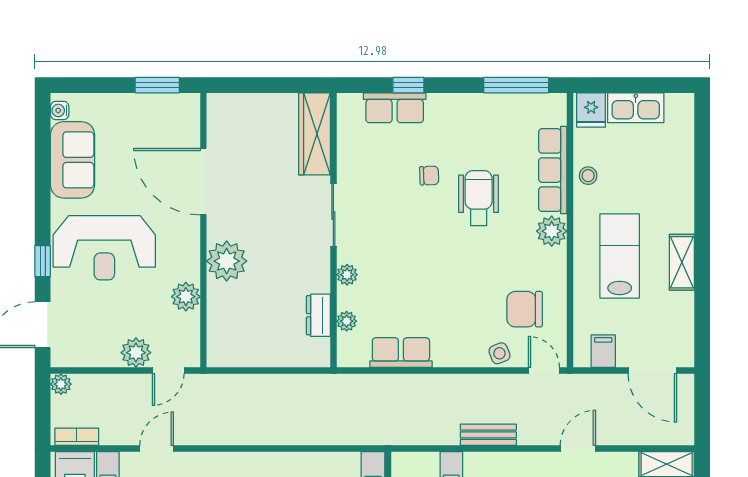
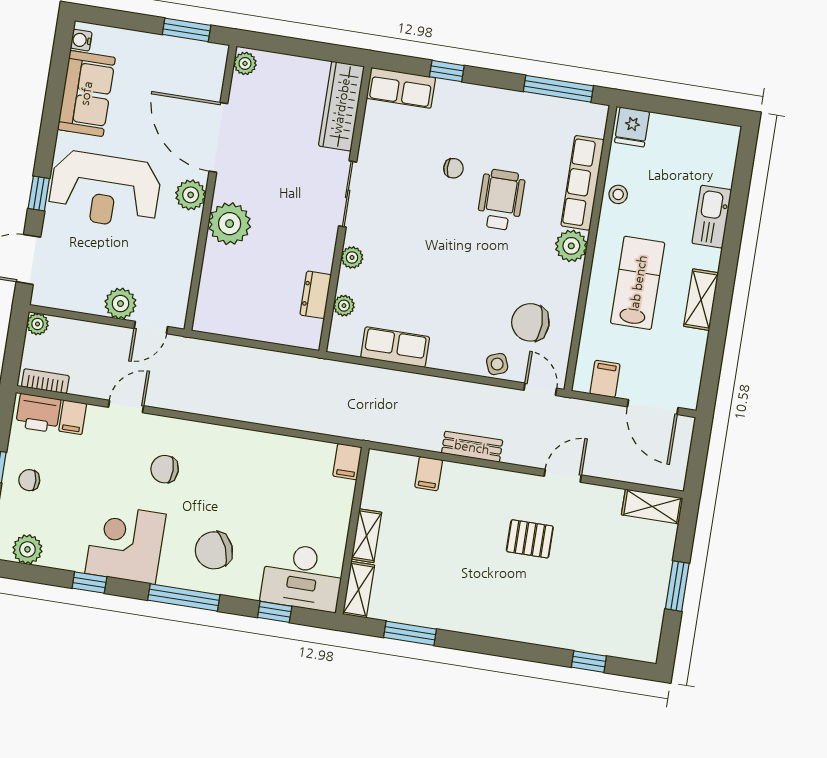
plant: (217, 108) -> (245, 63), added
row of seats: (395, 108) -> (401, 88), moved
kitchen sink: (636, 108) -> (712, 217), moved, turned 90
plant: (186, 297) -> (191, 195), moved

